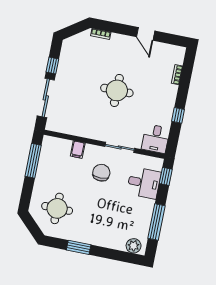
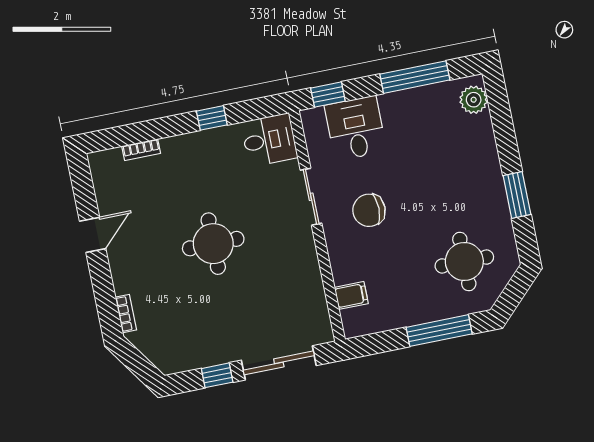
filing cabinet: (78, 150) -> (351, 295), moved
window: (33, 161) -> (439, 331), moved

